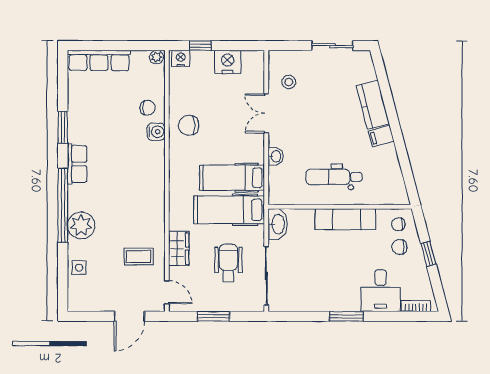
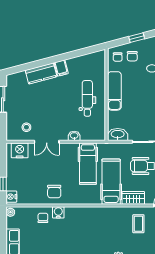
nightstand: (228, 62) -> (20, 150), moved, turned 90
dental chair: (334, 177) -> (87, 98), turned 180
hospital bed: (229, 210) -> (111, 182), moved, turned 180

